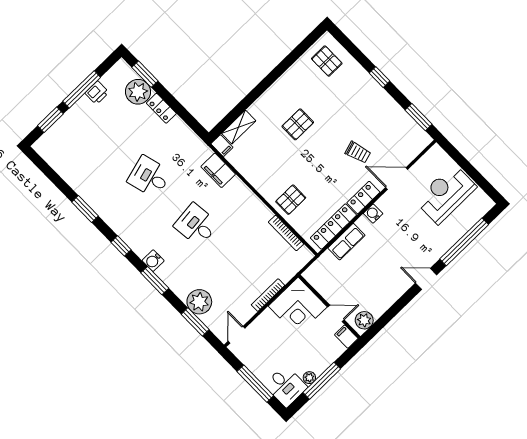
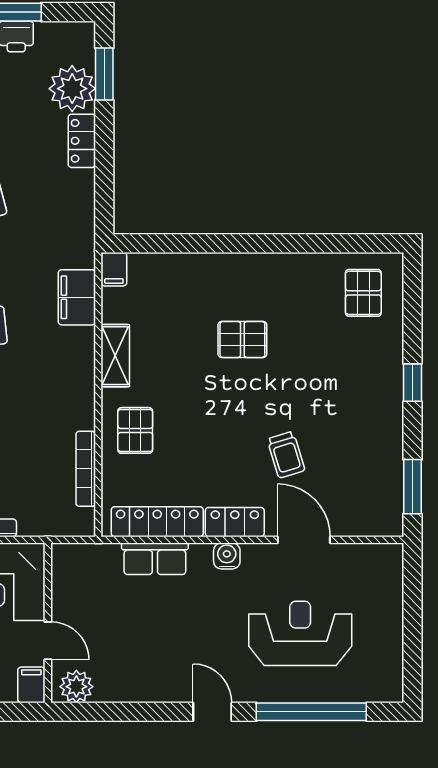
shelving: (239, 127) -> (115, 356), moved, turned 90
reception desk: (446, 194) -> (300, 633), moved
pallet: (291, 200) -> (135, 430), turned 90

